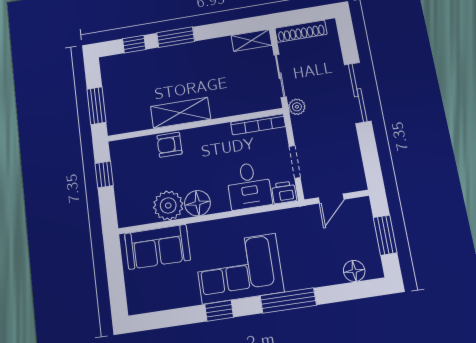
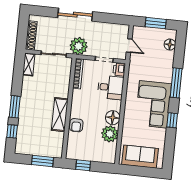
plant: (297, 107) -> (79, 46), width x1.87, depth x1.87
sofa: (157, 247) -> (140, 157), moved, turned -90

